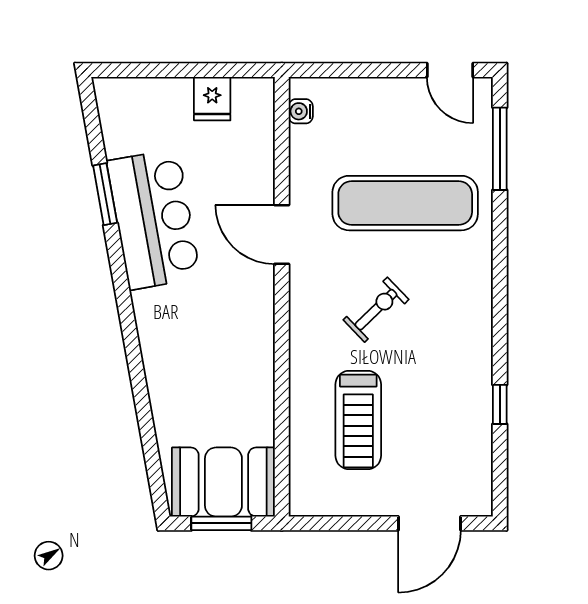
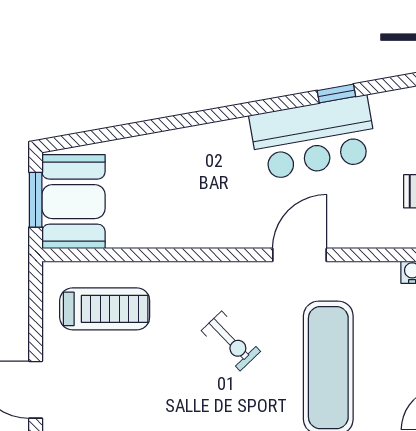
window: (105, 194) -> (336, 93), width x0.67
treadmill: (358, 420) -> (105, 309), moved, turned 180

